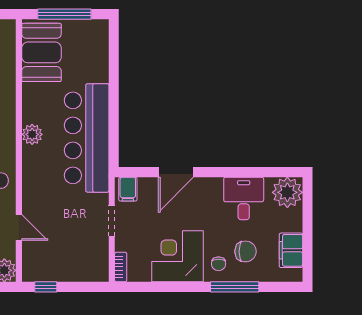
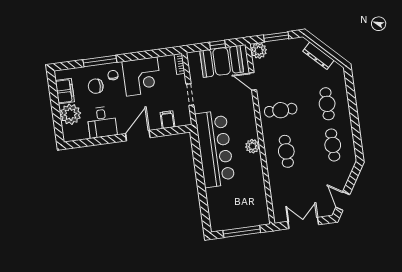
booth: (41, 52) -> (222, 61), moved, turned 90
door: (176, 172) -> (138, 136), moved
filing cabinet: (128, 189) -> (167, 120), moved
plant: (287, 192) -> (70, 114), moved
window: (46, 287) -> (218, 45), moved

